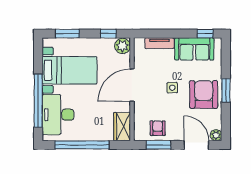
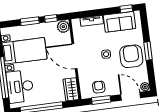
window: (67, 34) -> (30, 21), moved
door: (132, 85) -> (75, 56), hinge flipped

